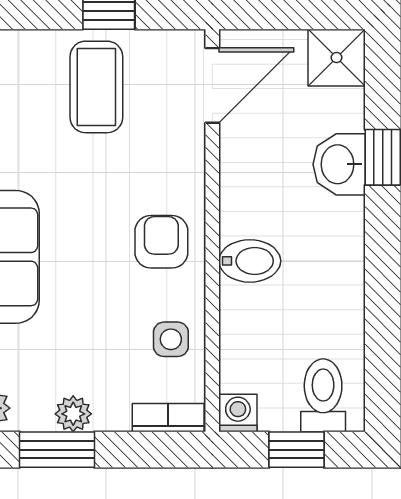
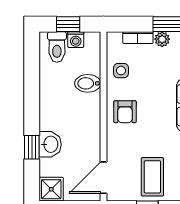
bidet: (250, 261) -> (88, 83), moved
washing machine: (238, 413) -> (76, 40), moved
bookcase: (168, 418) -> (138, 38), moved

